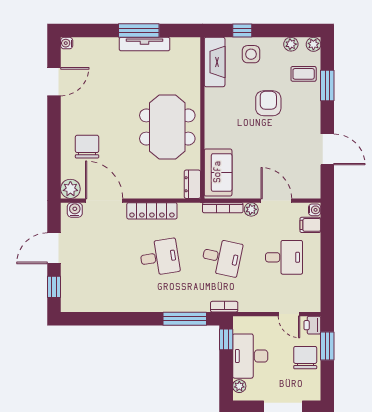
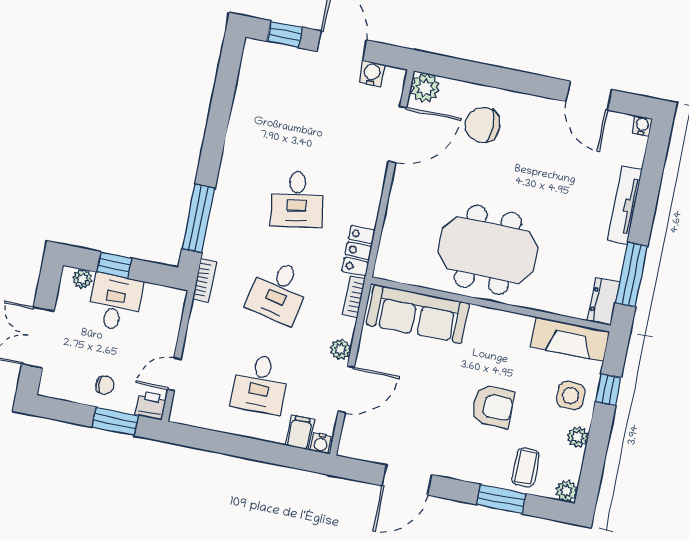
window: (139, 31) -> (631, 275), moved
tv unit: (145, 44) -> (625, 205), moved
plant: (291, 44) -> (578, 437), moved
chair: (87, 147) -> (483, 125), turned 180
sofa: (218, 172) -> (418, 314), width x1.36
dresser: (192, 184) -> (604, 301), moved, turned -90
bookcase: (223, 208) -> (354, 297), width x0.64
water cooler: (75, 210) -> (372, 74), moved, turned -90
locker: (152, 211) -> (358, 251), moved, width x0.66
window: (226, 339) -> (114, 265), moved
desk: (250, 356) -> (115, 302), width x0.73
chair: (305, 358) -> (105, 385), width x0.54, depth x0.54

